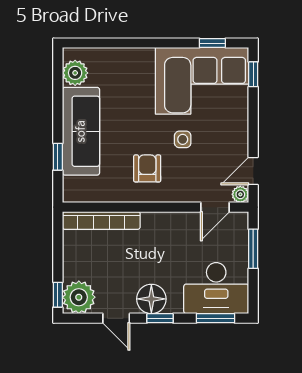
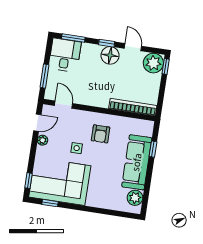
plant: (240, 194) -> (43, 140), moved
door: (215, 207) -> (64, 105), hinge flipped
desk: (216, 288) -> (65, 55), width x0.73

